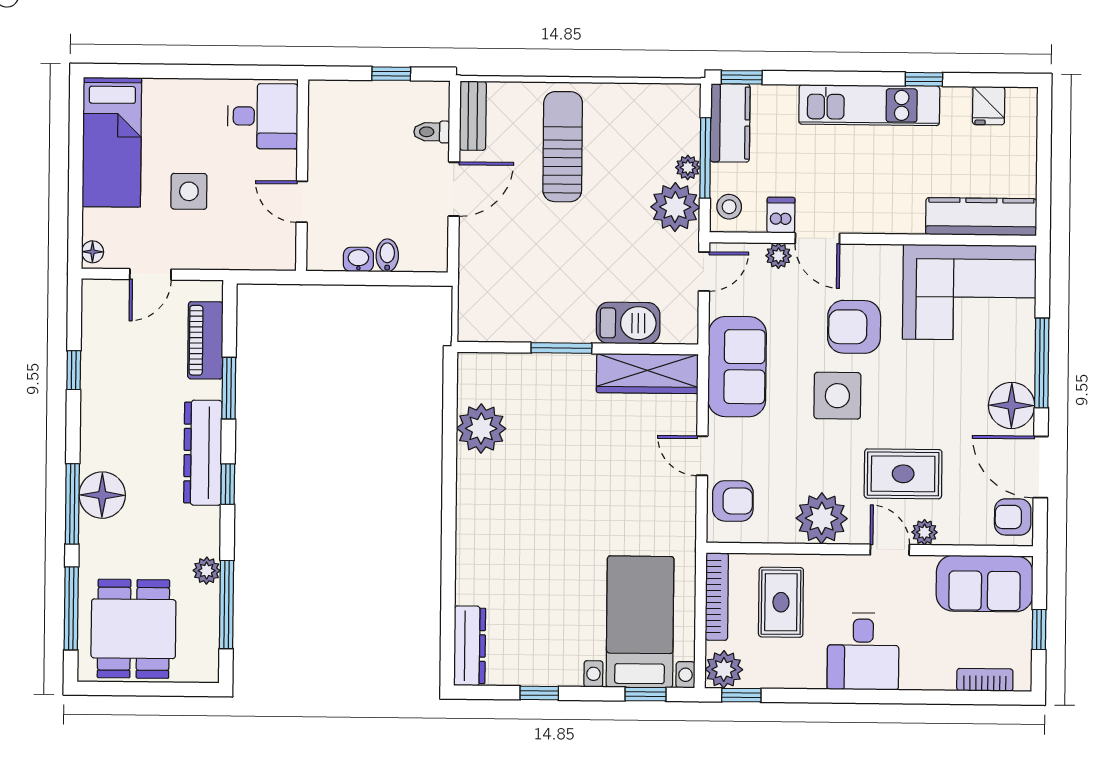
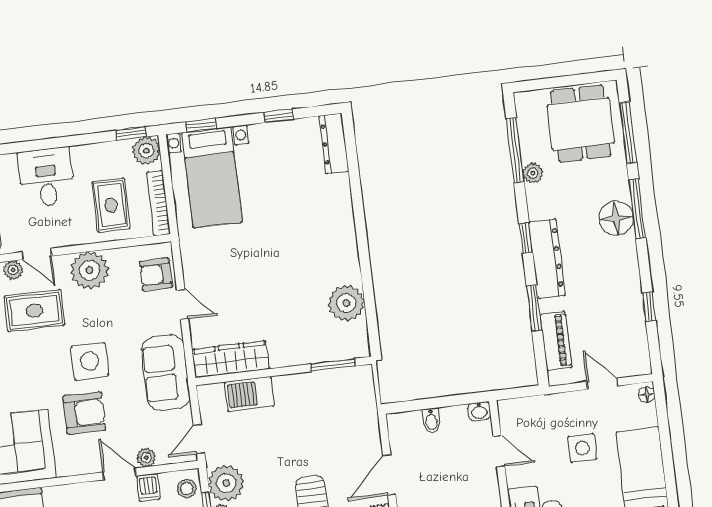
washbasin: (358, 259) -> (479, 411), moved
door: (150, 274) -> (602, 384), hinge flipped
window: (561, 348) -> (333, 365), moved

